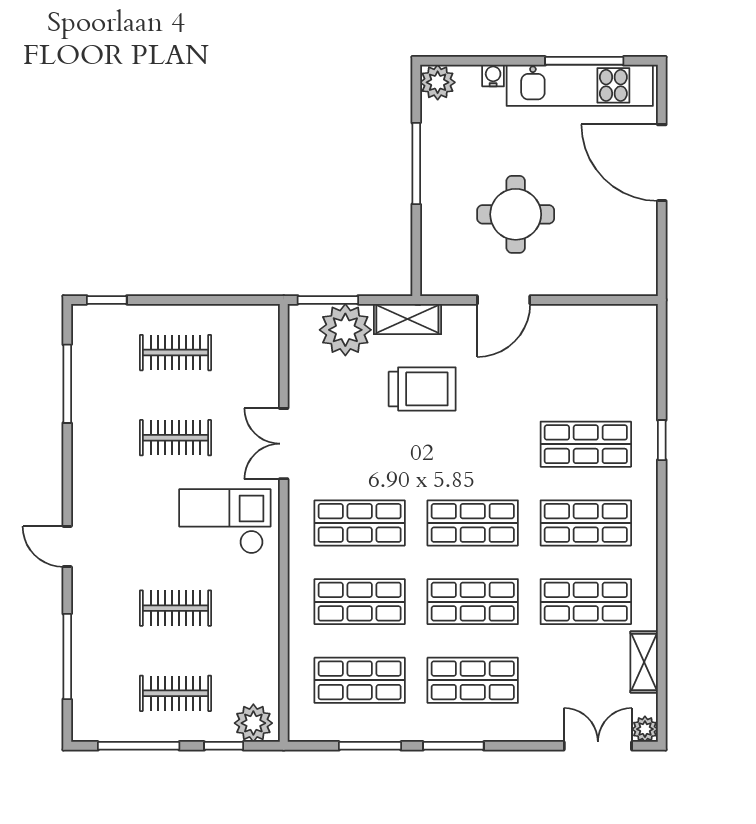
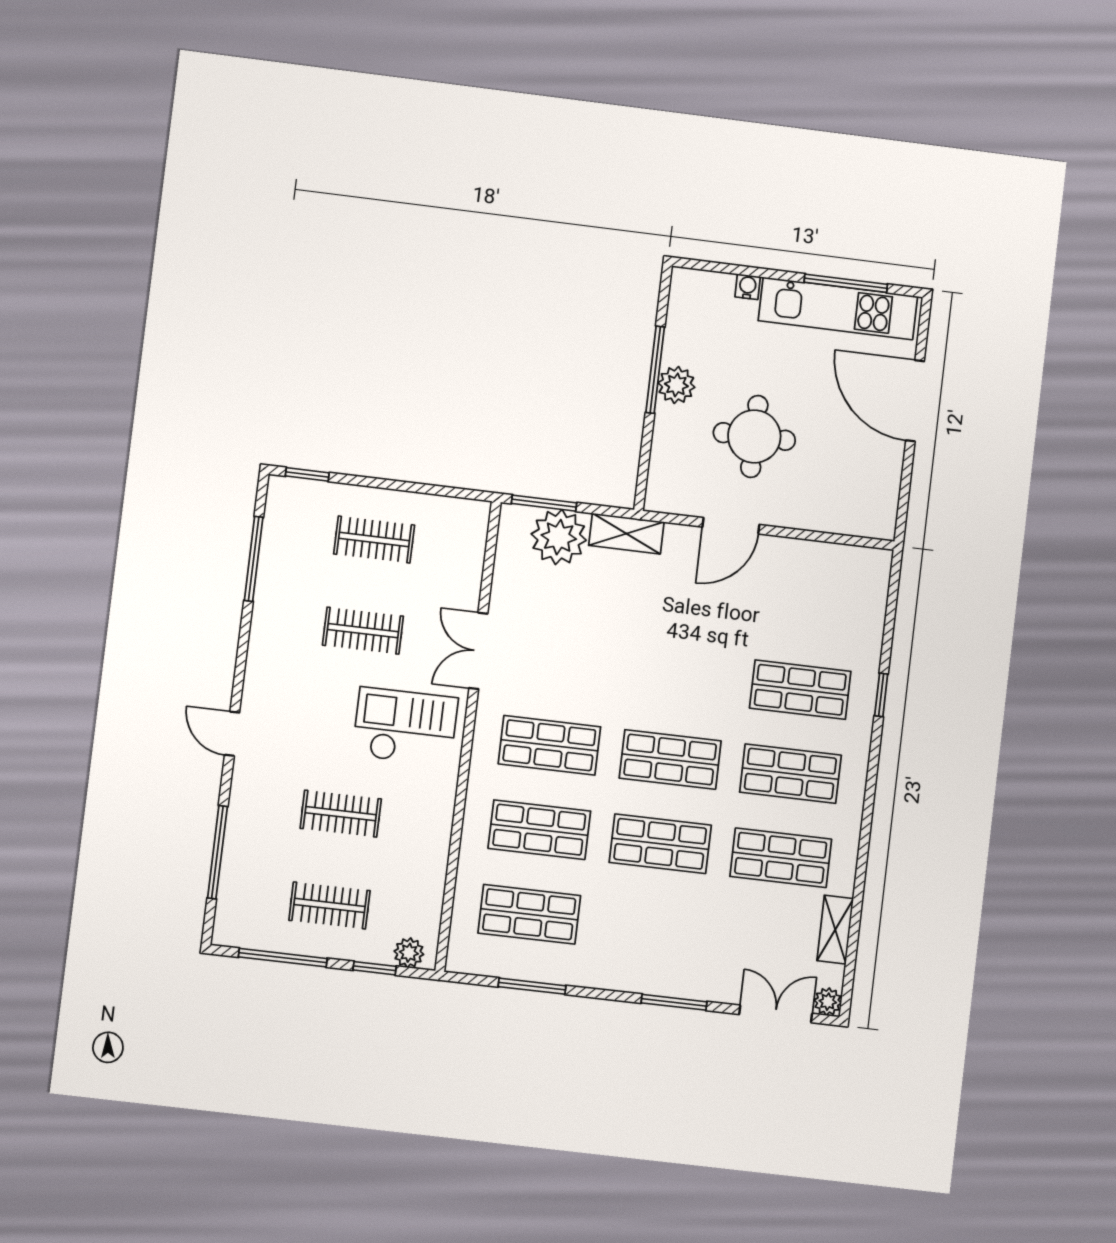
plant: (438, 82) -> (676, 385), moved
trolley: (422, 389) -> (633, 610), removed
shop shelf: (473, 680) -> (650, 928), removed
plant: (253, 723) -> (409, 953), width x0.73, depth x0.73
window: (453, 746) -> (674, 1002), moved

